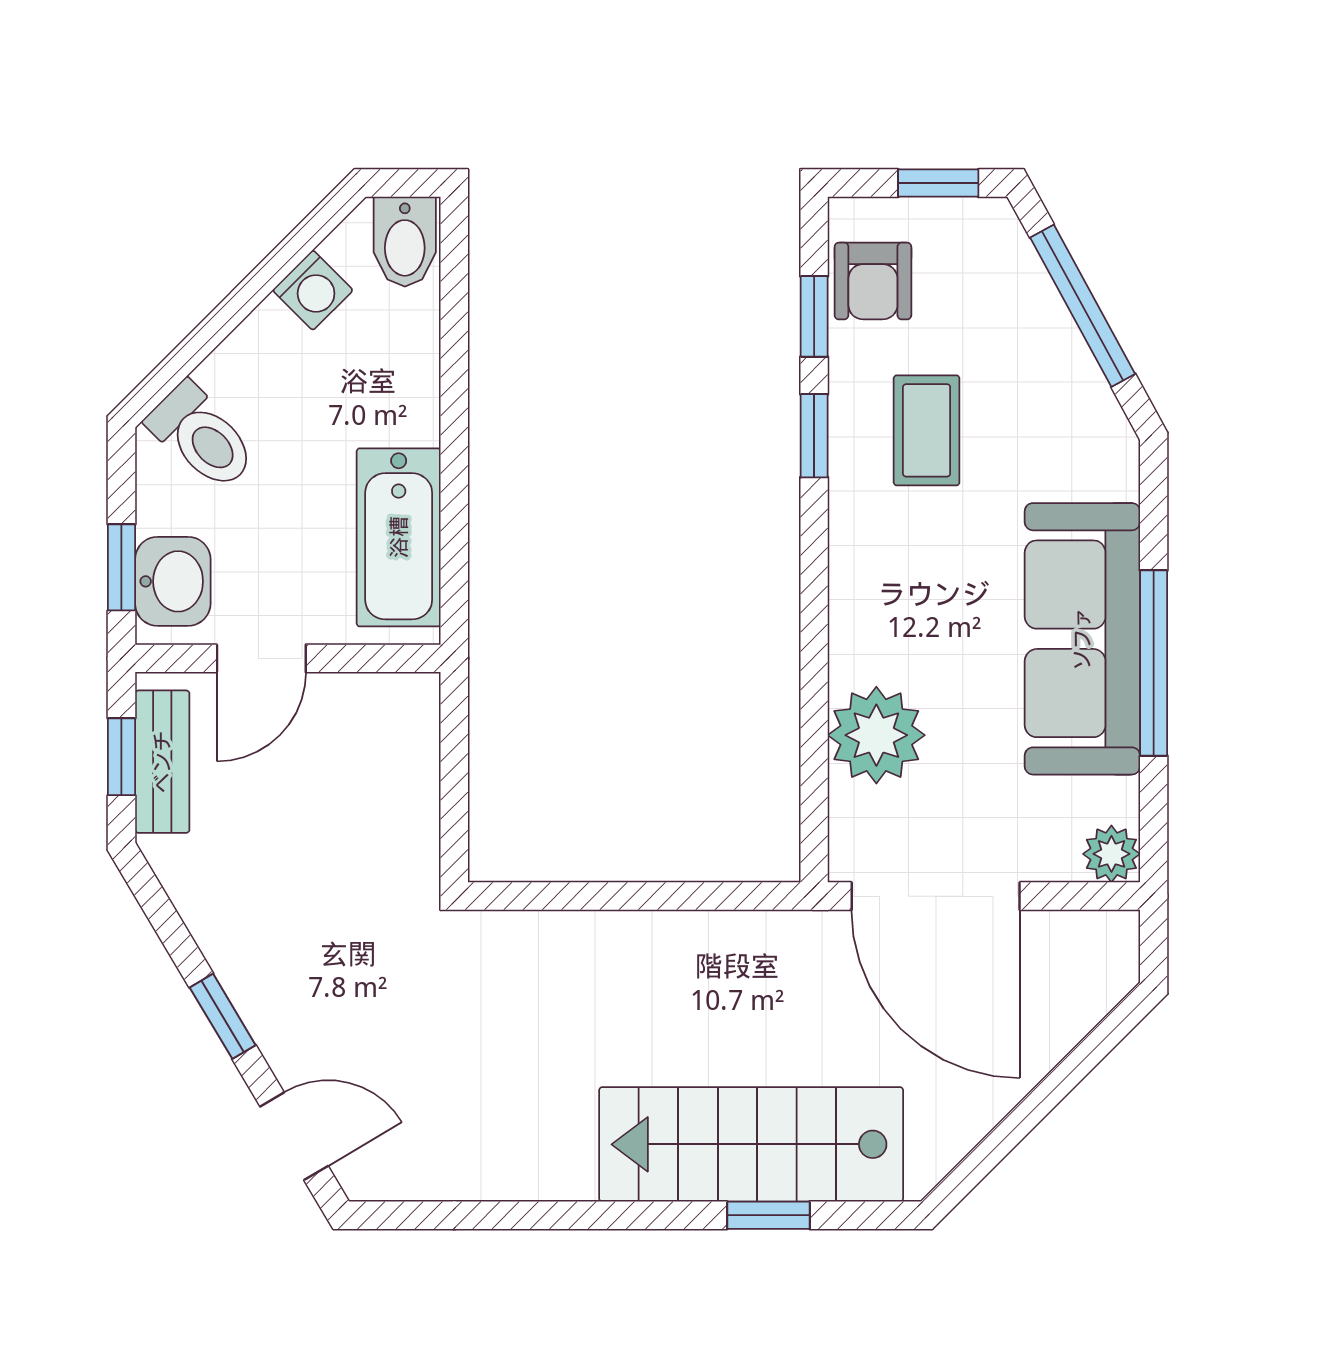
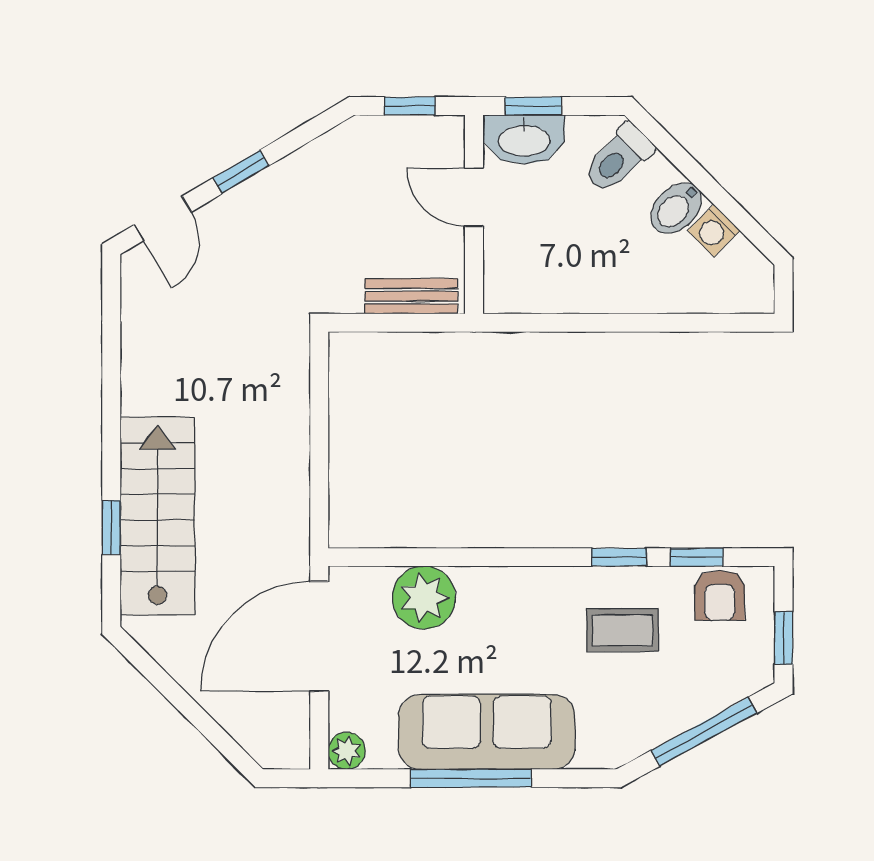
bidet: (405, 242) -> (676, 208), moved, turned -45
armchair: (873, 281) -> (720, 595), turned -90
bathtub: (399, 537) -> (553, 287), removed
washbasin: (173, 581) -> (524, 139), width x1.38
bench: (162, 762) -> (411, 296), moved

